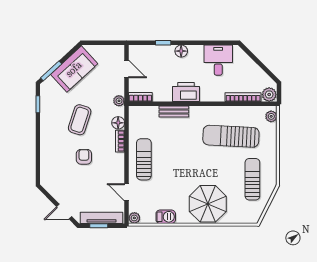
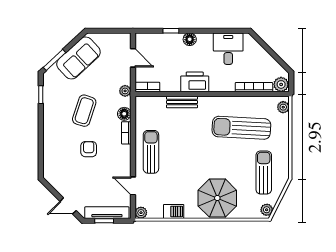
plant: (255, 215) -> (267, 210), added

